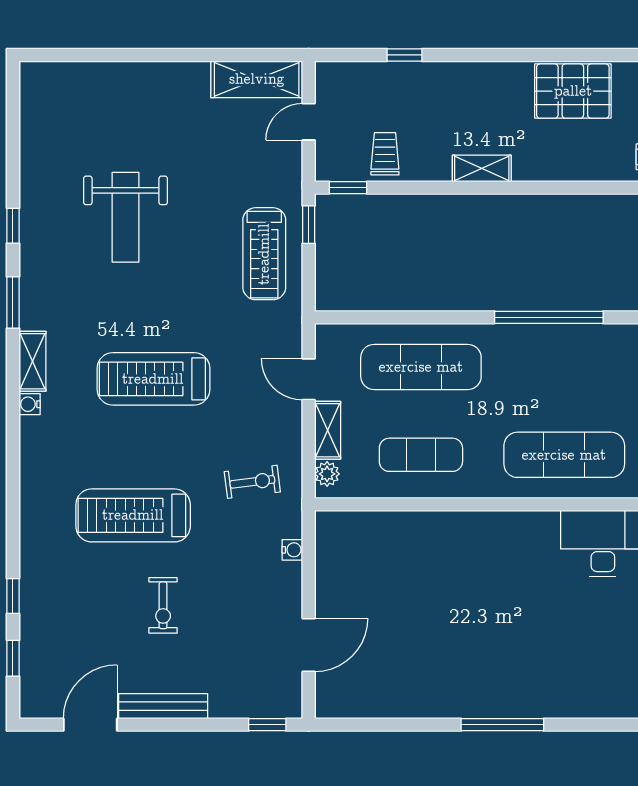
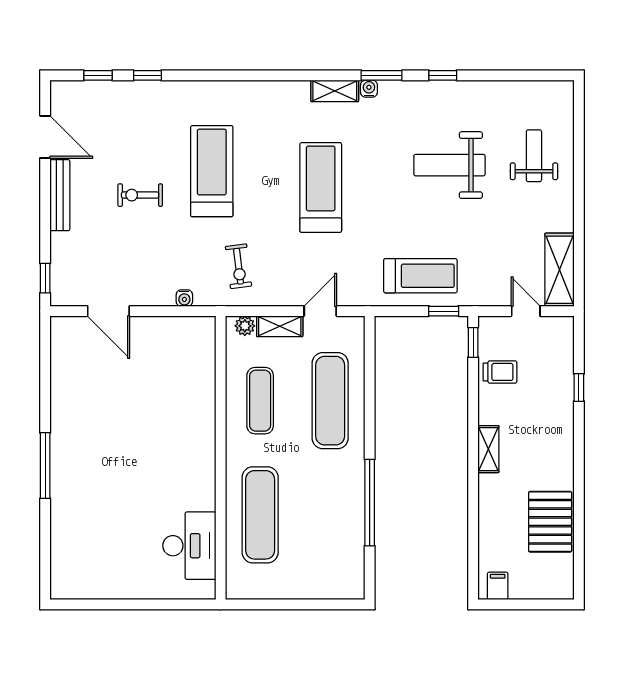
weight bench: (114, 111) -> (534, 156), added
treadmill: (264, 254) -> (420, 276), turned 180
water cooler: (30, 404) -> (369, 89), moved

